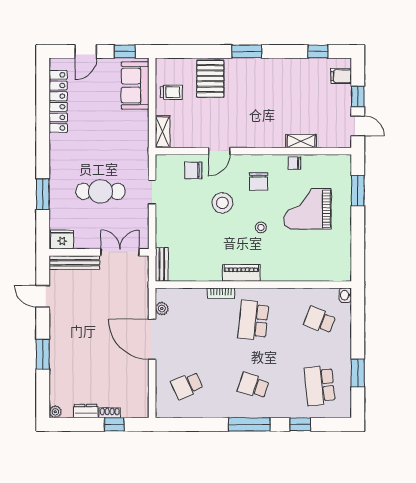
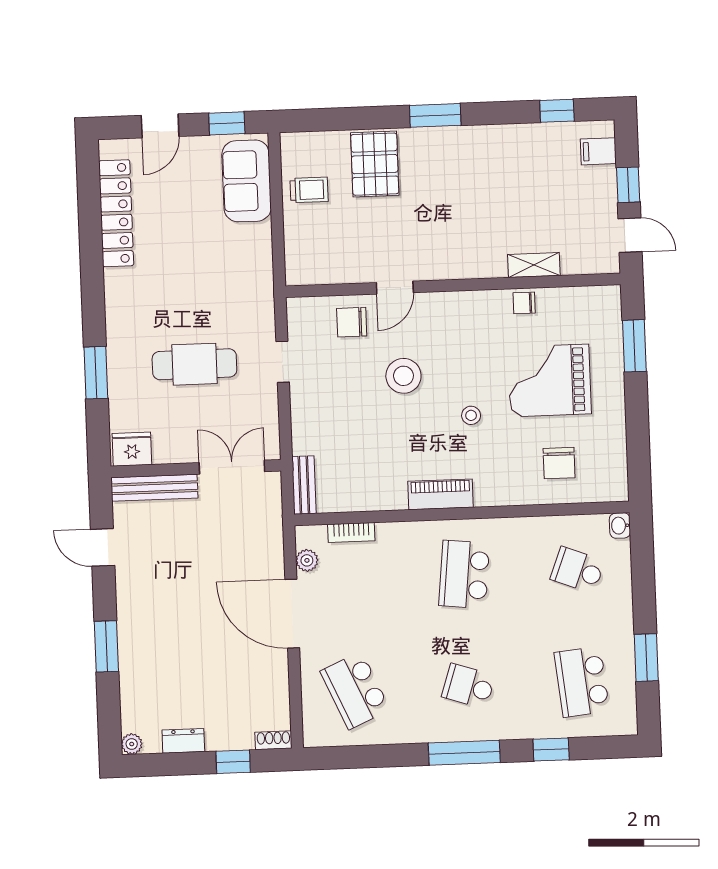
shelving: (163, 132) -> (297, 258), removed
chair: (259, 182) -> (559, 463), moved
bookcase: (221, 293) -> (351, 532), moved
school desk: (187, 386) -> (355, 690), width x1.85
shoe rack: (110, 413) -> (273, 740), moved

